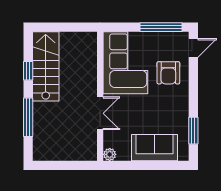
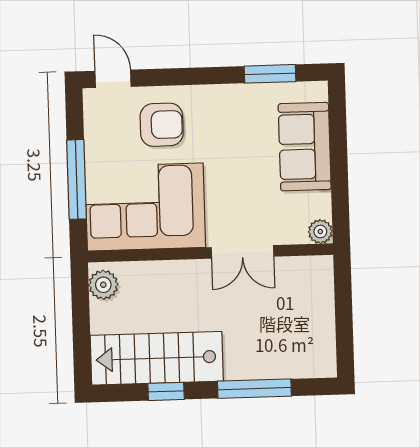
window: (161, 27) -> (77, 179), moved
plant: (85, 40) -> (103, 285), added
double door: (100, 113) -> (243, 252), swing flipped

